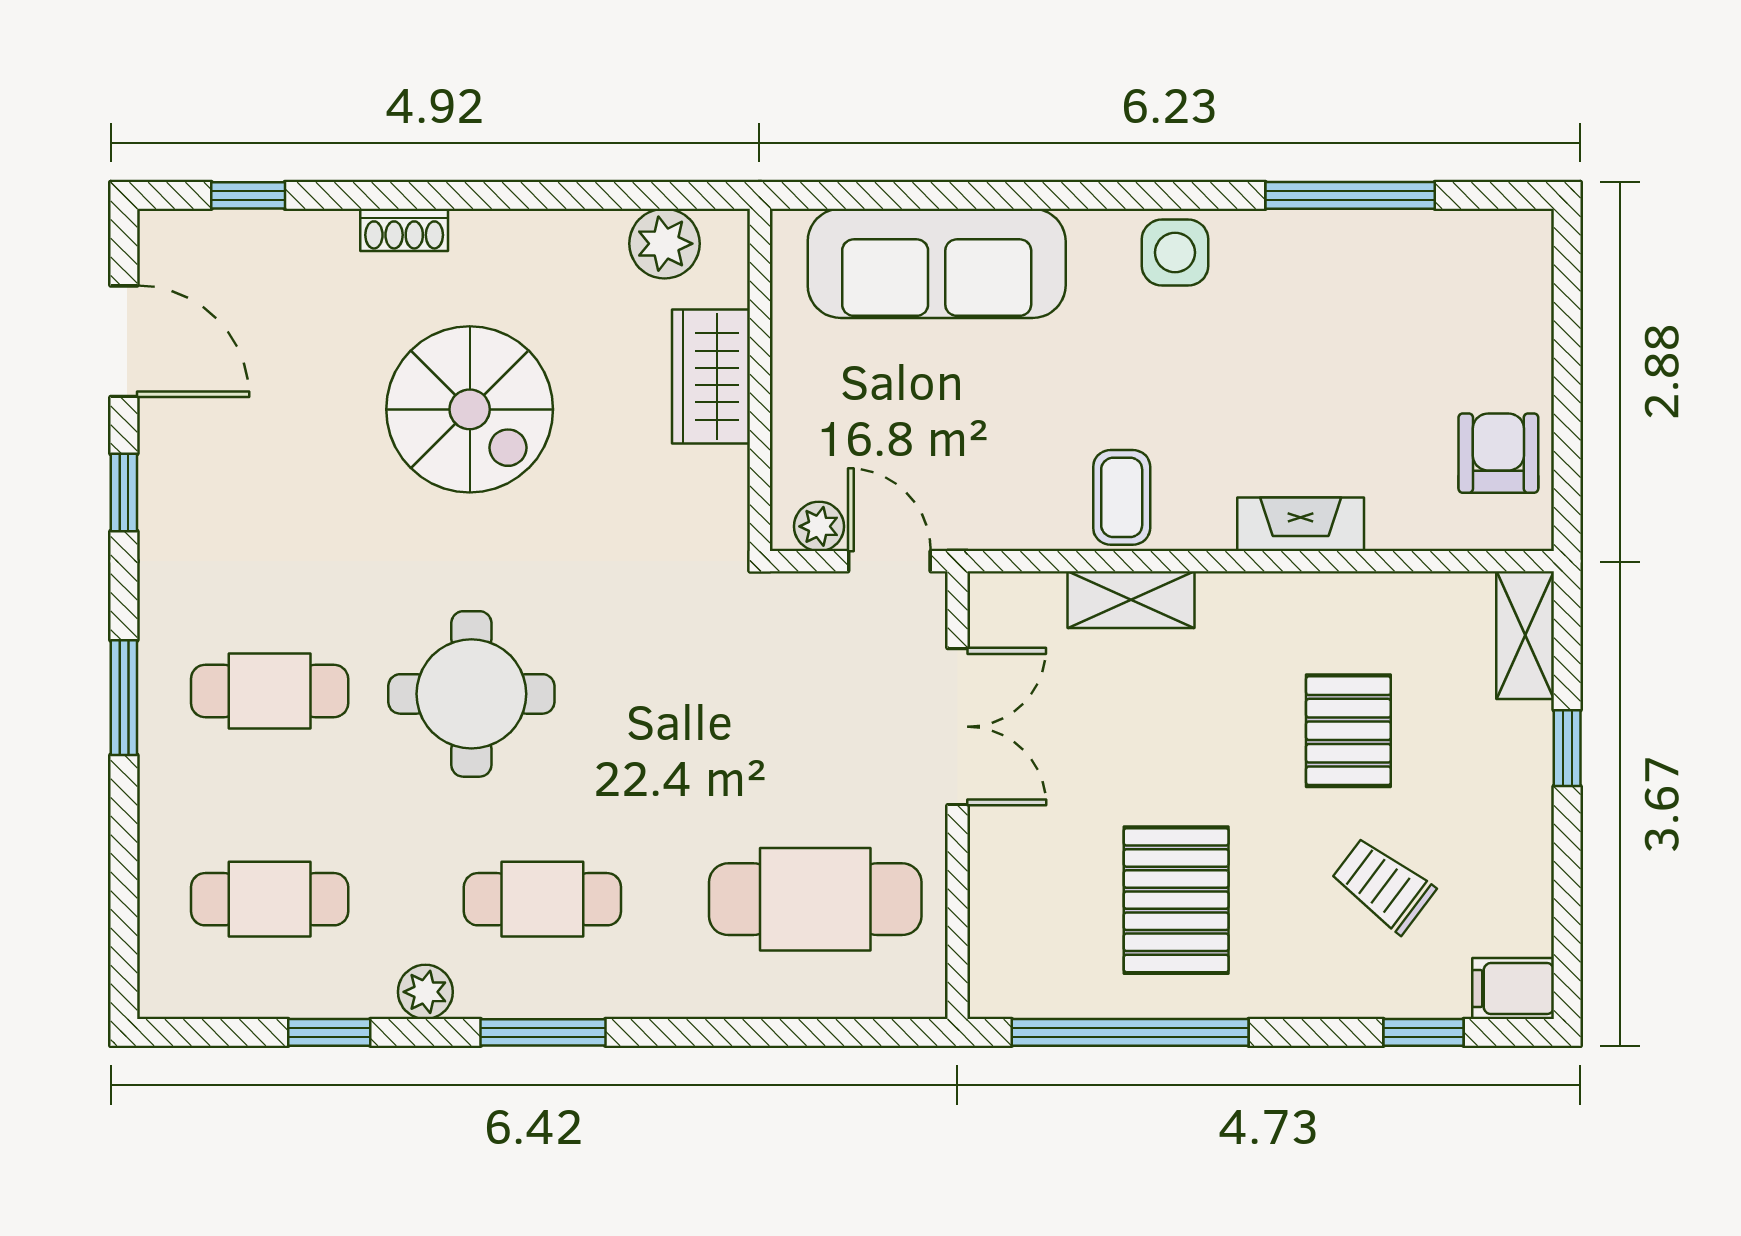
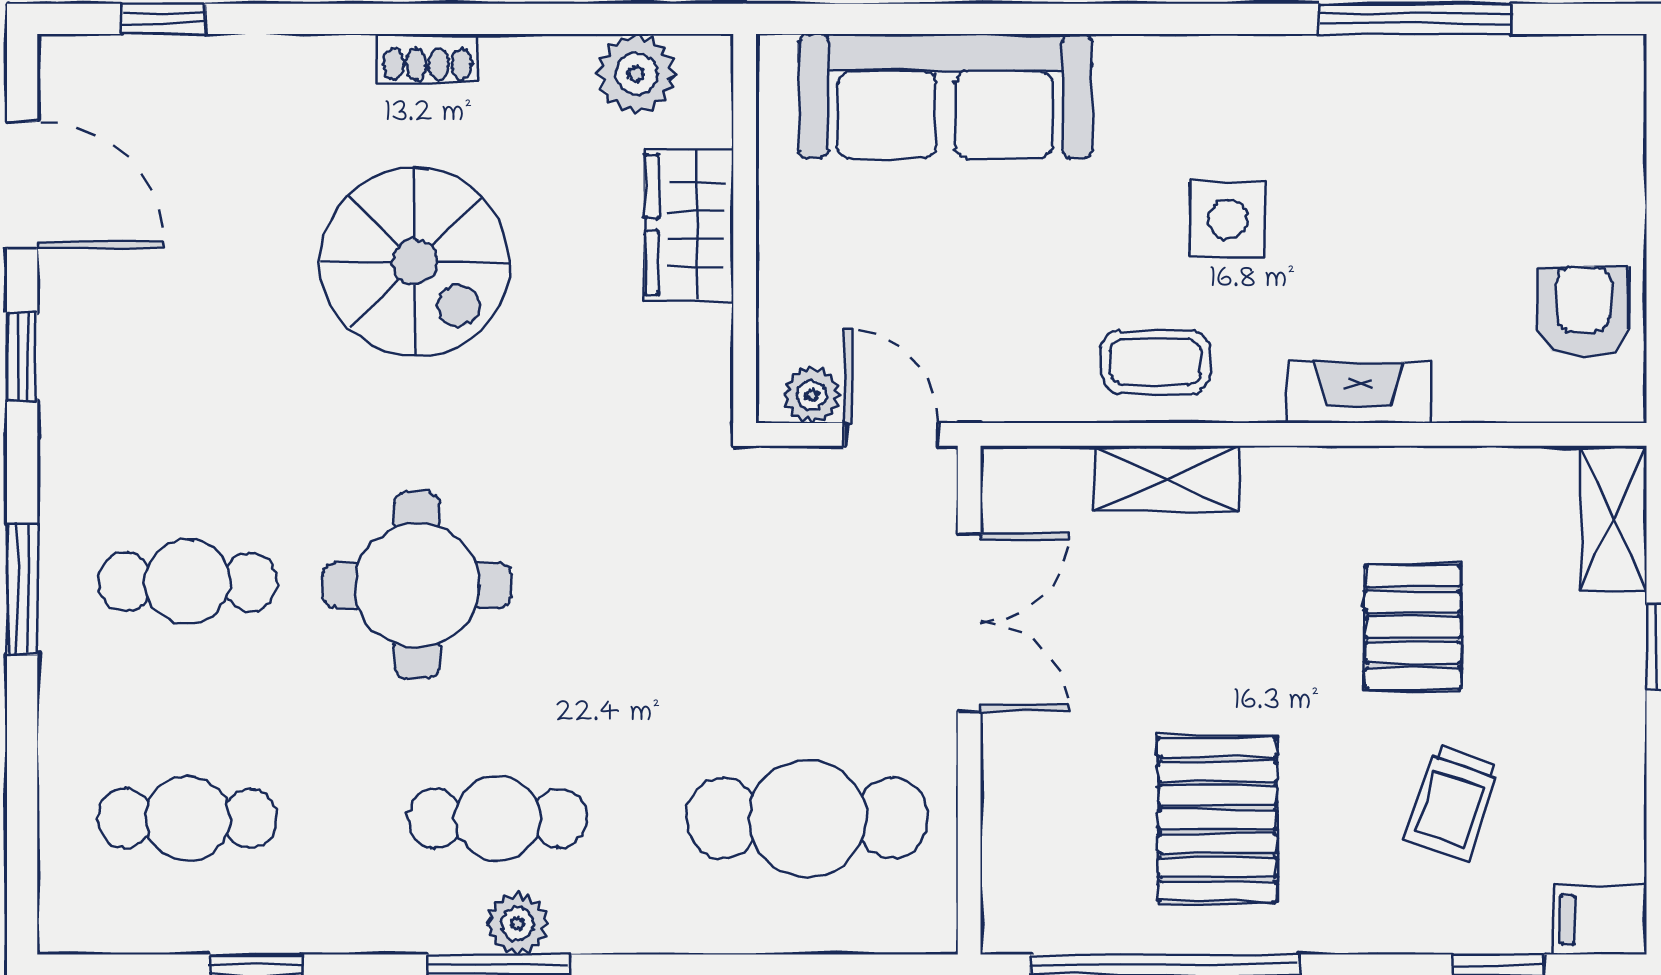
shoe rack: (404, 230) -> (428, 58), moved
side table: (1175, 253) -> (1228, 219), moved
coffee table: (1122, 497) -> (1156, 362), turned 90
trolley: (1383, 885) -> (1452, 803), turned -108
plant: (425, 992) -> (517, 924), moved

